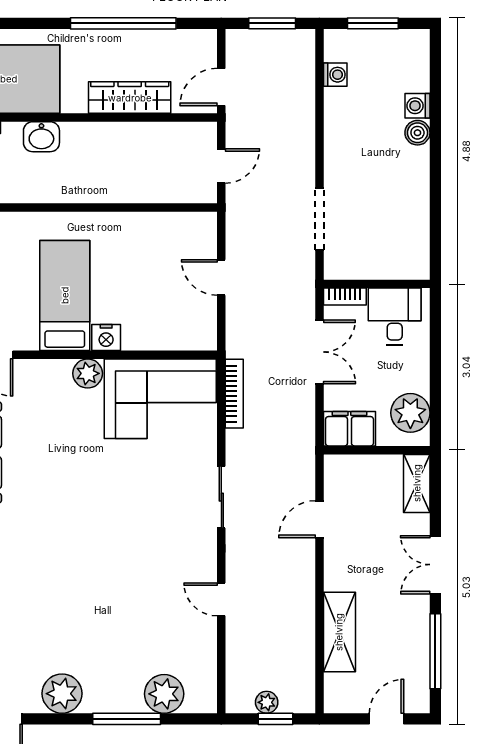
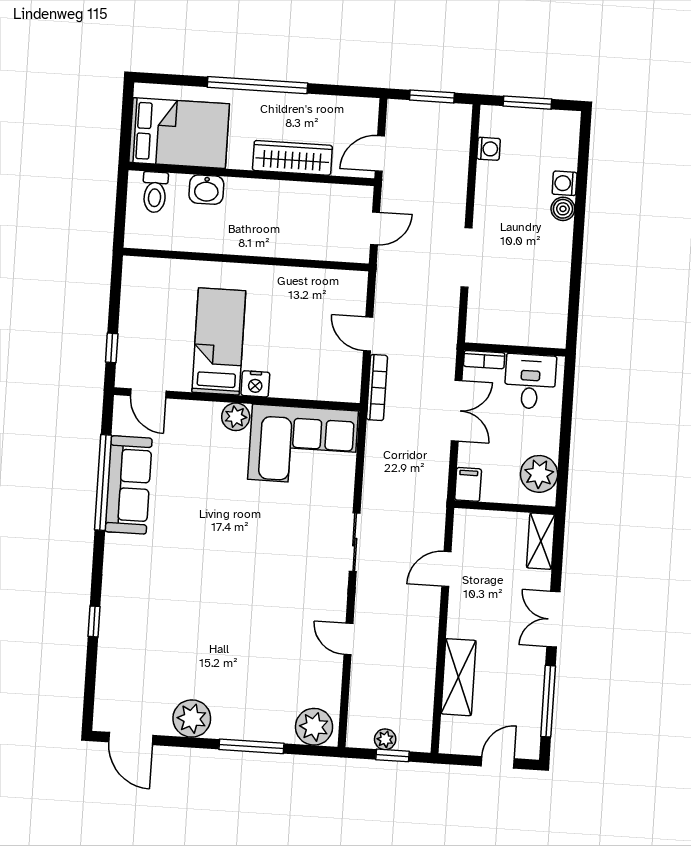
window: (123, 23) -> (257, 85), moved
doorway: (319, 219) -> (467, 258), moved
bookcase: (234, 394) -> (377, 388), moved
filing cabinet: (349, 429) -> (468, 484), width x0.50
plant: (164, 694) -> (314, 727), moved

